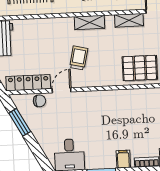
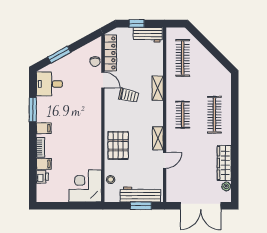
shelving: (90, 22) -> (158, 88), moved
window: (20, 122) -> (59, 55), moved

